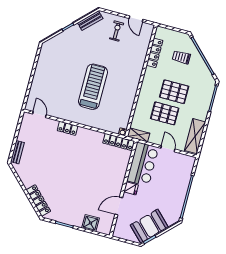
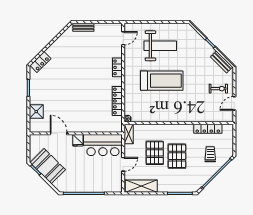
weight bench: (57, 79) -> (160, 46), added
locker: (119, 142) -> (117, 101), moved
locker: (38, 201) -> (40, 62), width x0.66

